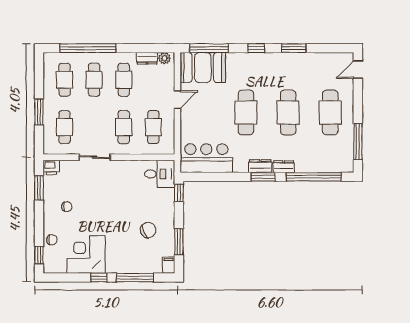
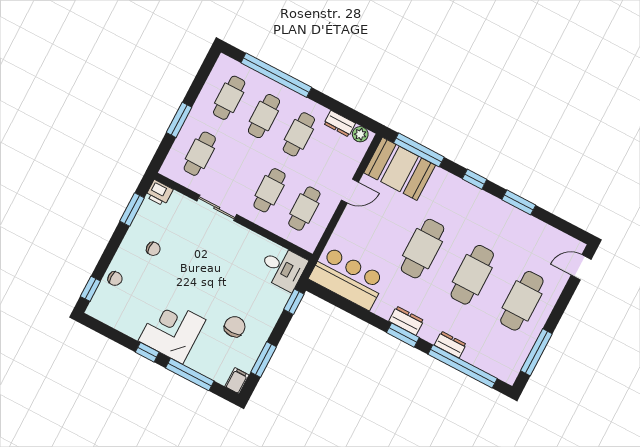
dresser: (284, 167) -> (450, 345), moved
chair: (148, 230) -> (235, 327), turned -65
corner desk: (86, 254) -> (172, 330), moved

